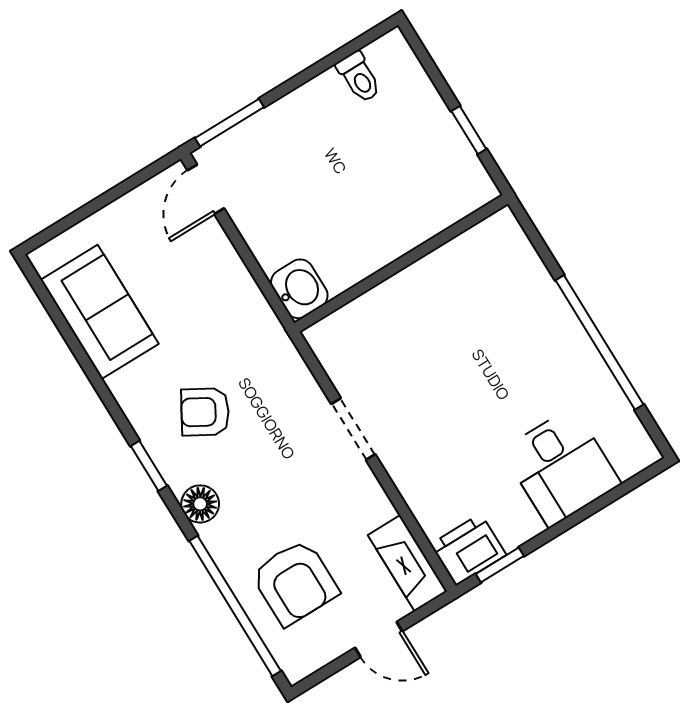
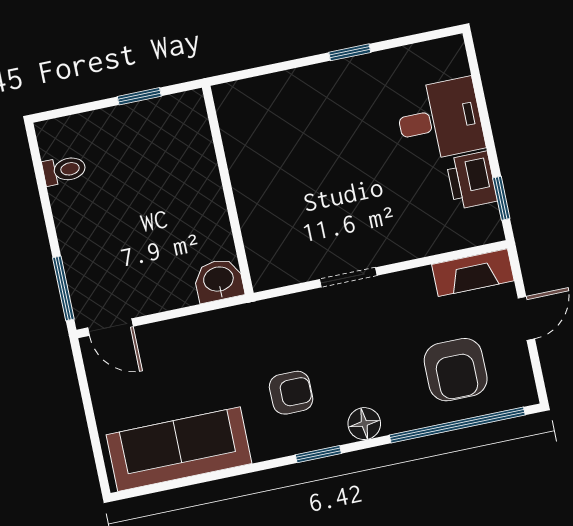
sofa: (100, 312) -> (179, 449), width x1.36
window: (599, 342) -> (350, 52), width x0.32
armchair: (205, 412) -> (291, 393), turned -120
printer: (468, 550) -> (472, 180), moved
armchair: (295, 582) -> (456, 370), turned 90

